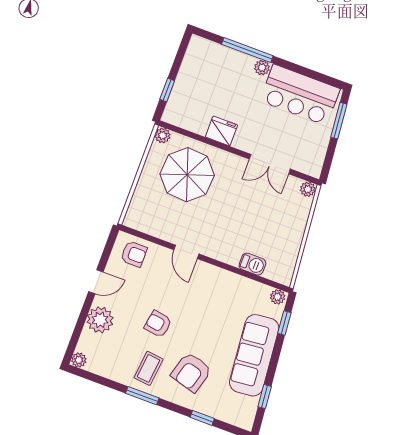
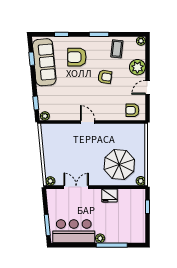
door: (186, 252) -> (88, 122), moved
barbecue: (252, 264) -> (65, 129), removed
sofa: (254, 355) -> (44, 62), moved
coffee table: (149, 368) -> (117, 49), moved
armchair: (191, 372) -> (77, 57), turned -106

